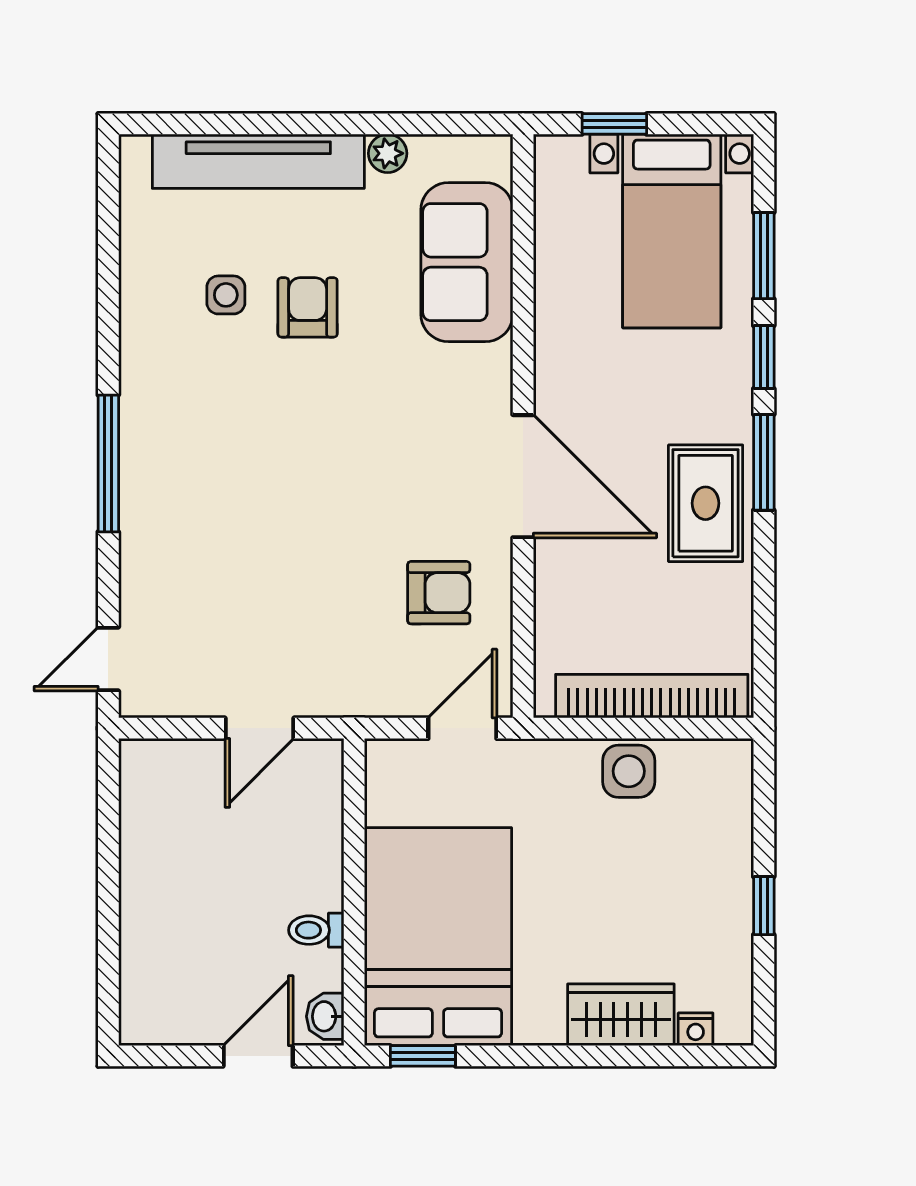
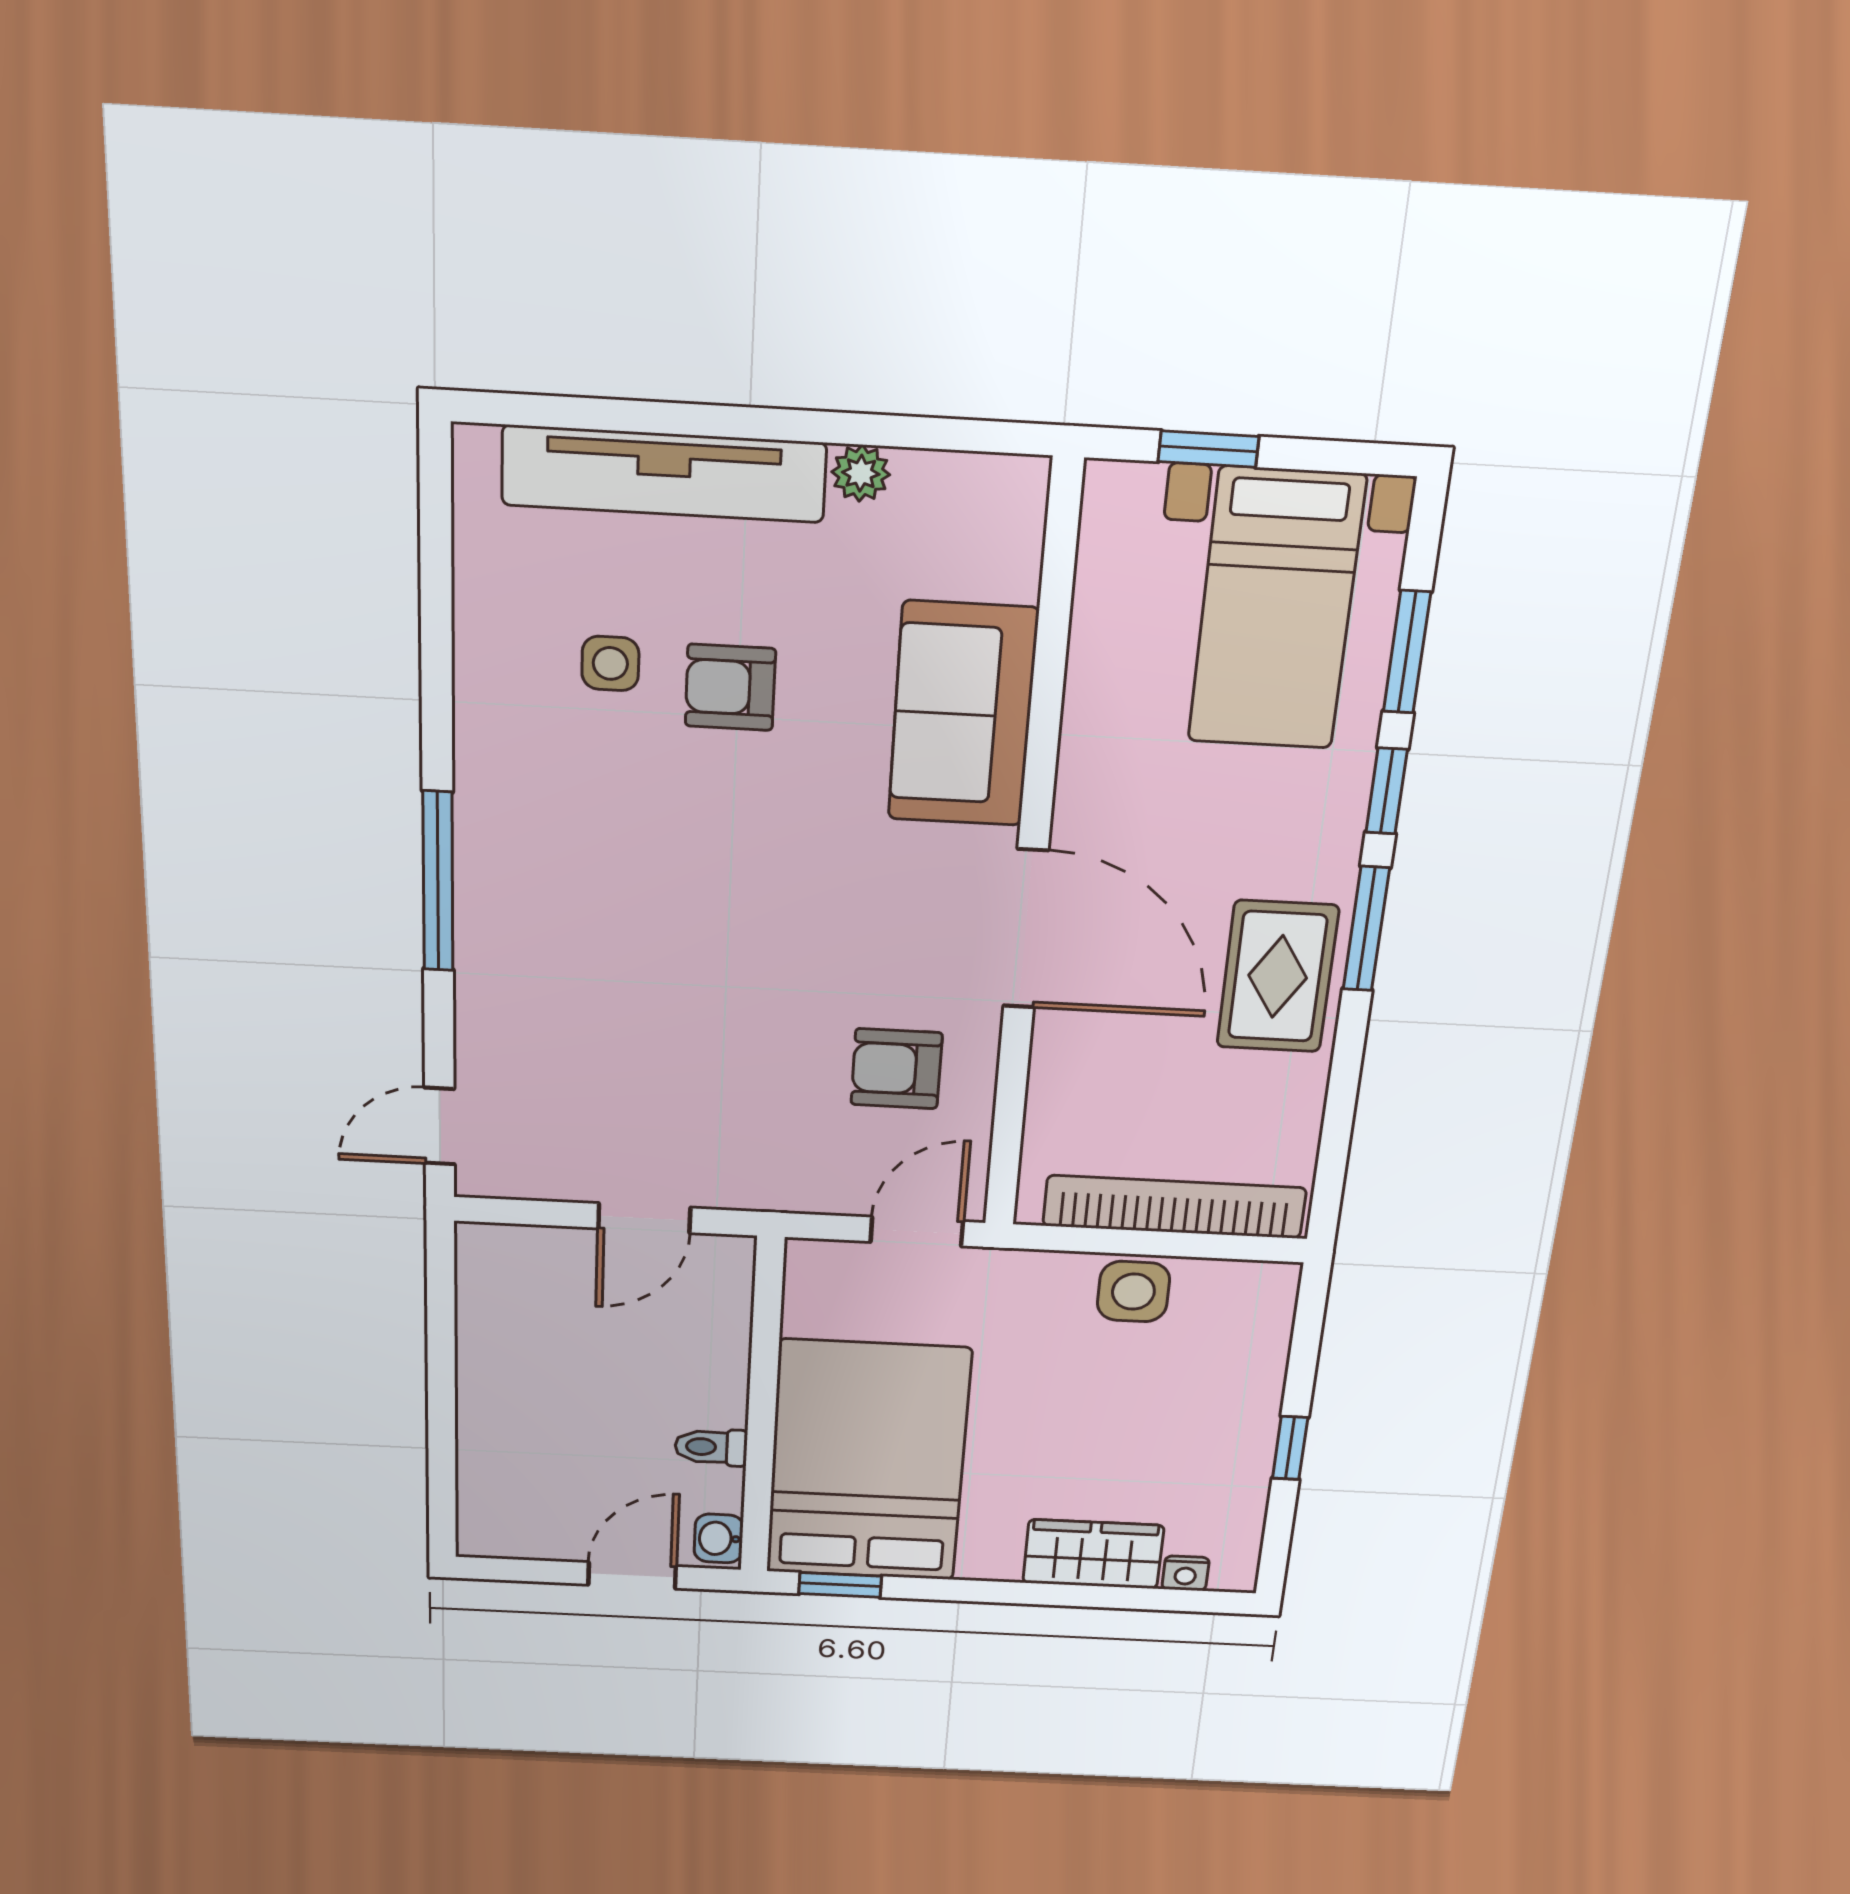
sofa: (467, 262) -> (963, 714), moved
armchair: (308, 307) -> (730, 687), turned -90
armchair: (439, 593) -> (897, 1069), turned 180

